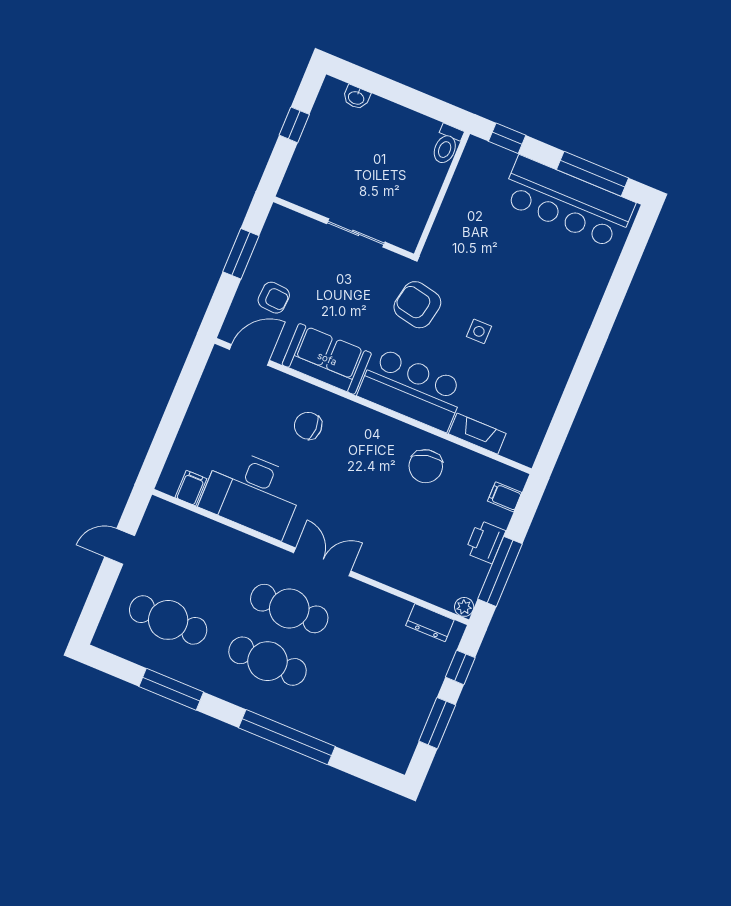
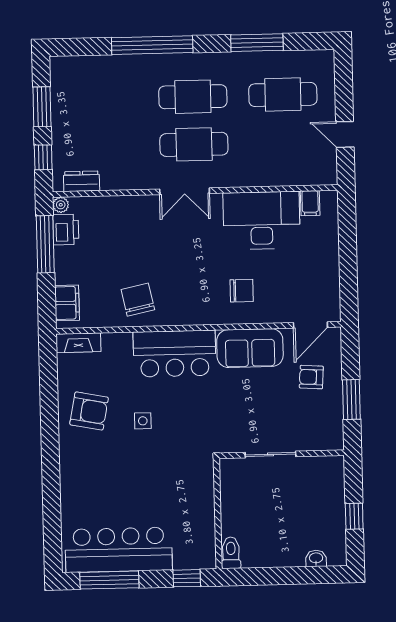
armchair: (417, 305) -> (89, 411), moved
fireplace: (477, 434) -> (78, 343), moved
filing cabinet: (505, 497) -> (67, 303), width x2.00
printer: (485, 542) -> (66, 230), moved
door: (120, 546) -> (345, 134), swing flipped

